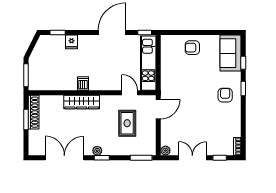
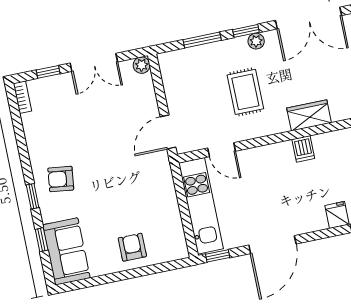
armchair: (192, 48) -> (132, 247), turned -90
armchair: (225, 95) -> (61, 179), turned 97
wardrobe: (82, 102) -> (309, 115), width x0.67
rug: (127, 123) -> (245, 92), moved
window: (141, 158) -> (202, 40), moved

